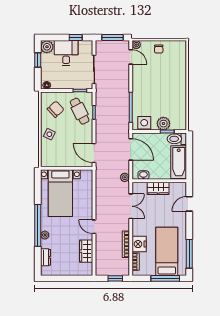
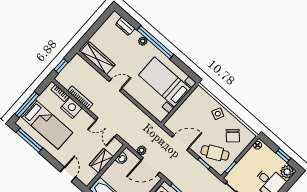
door: (94, 153) -> (181, 142), moved
plant: (125, 177) -> (142, 150), moved
wardrobe: (86, 251) -> (98, 58), width x1.50

